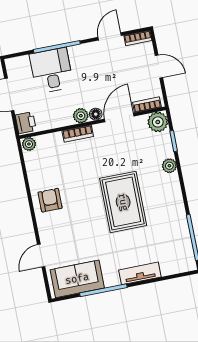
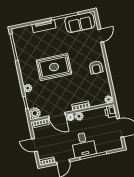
desk: (51, 71) -> (83, 145), moved
door: (119, 118) -> (57, 115), hinge flipped
rug: (123, 202) -> (54, 67), turned 90

